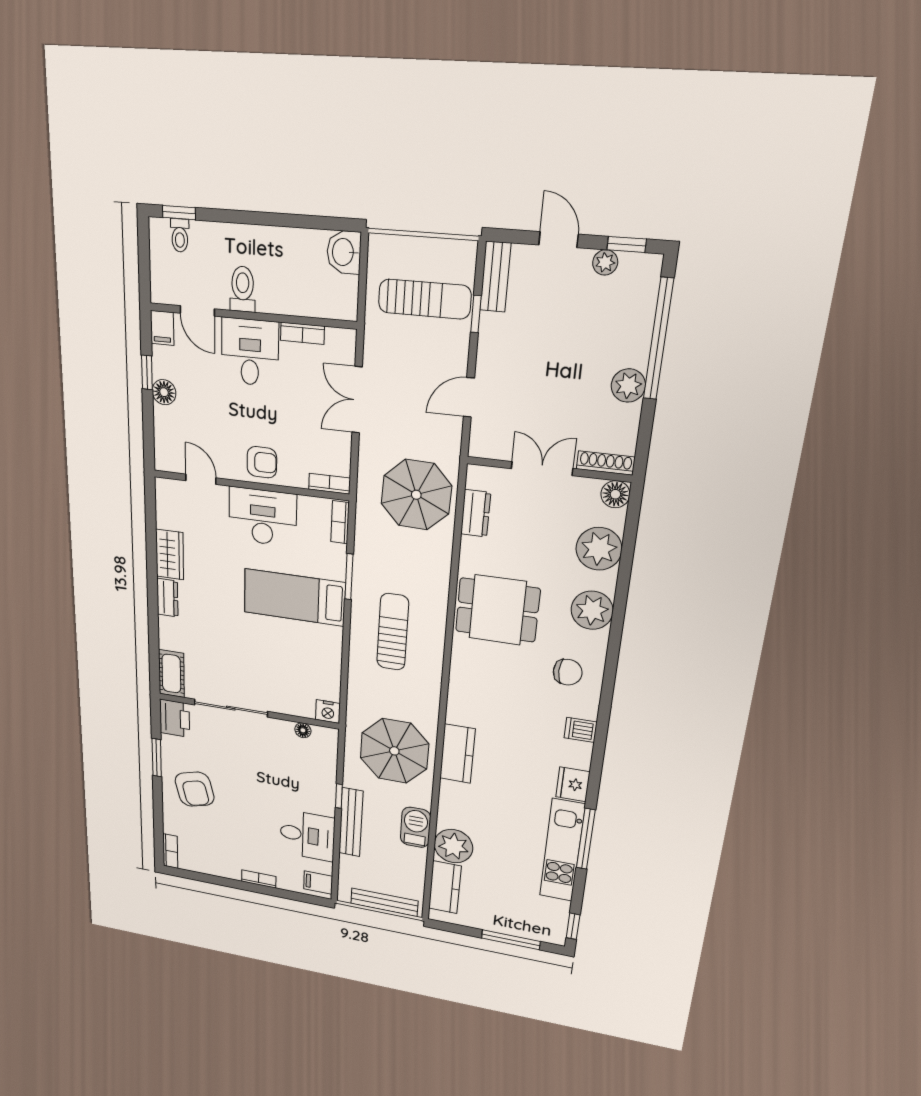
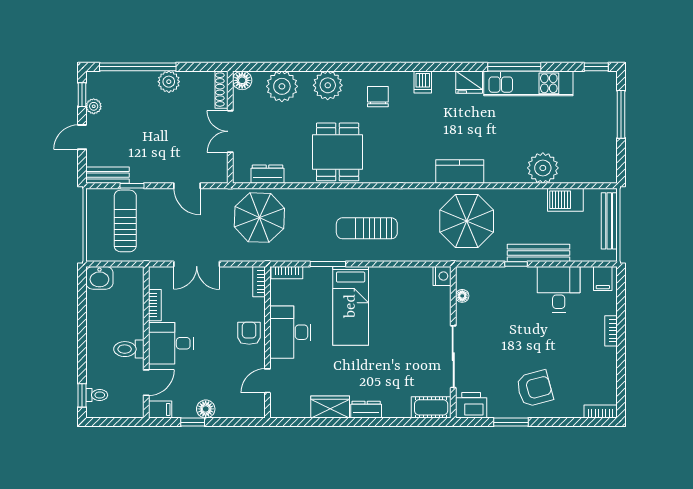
barbecue: (415, 827) -> (565, 200), moved
kitchen counter: (445, 887) -> (583, 172), removed

